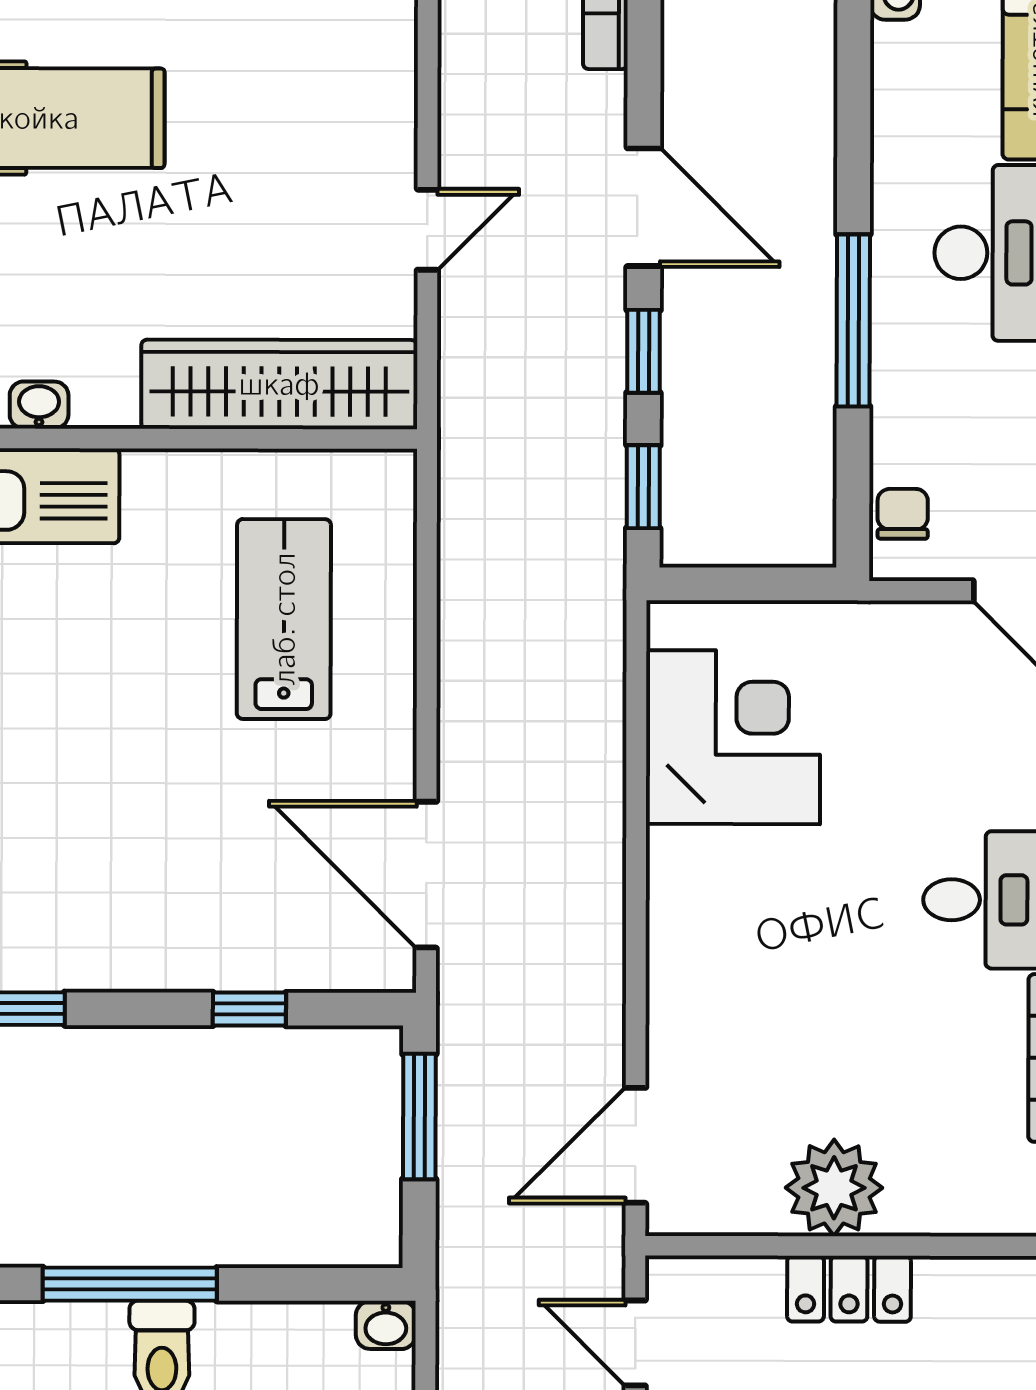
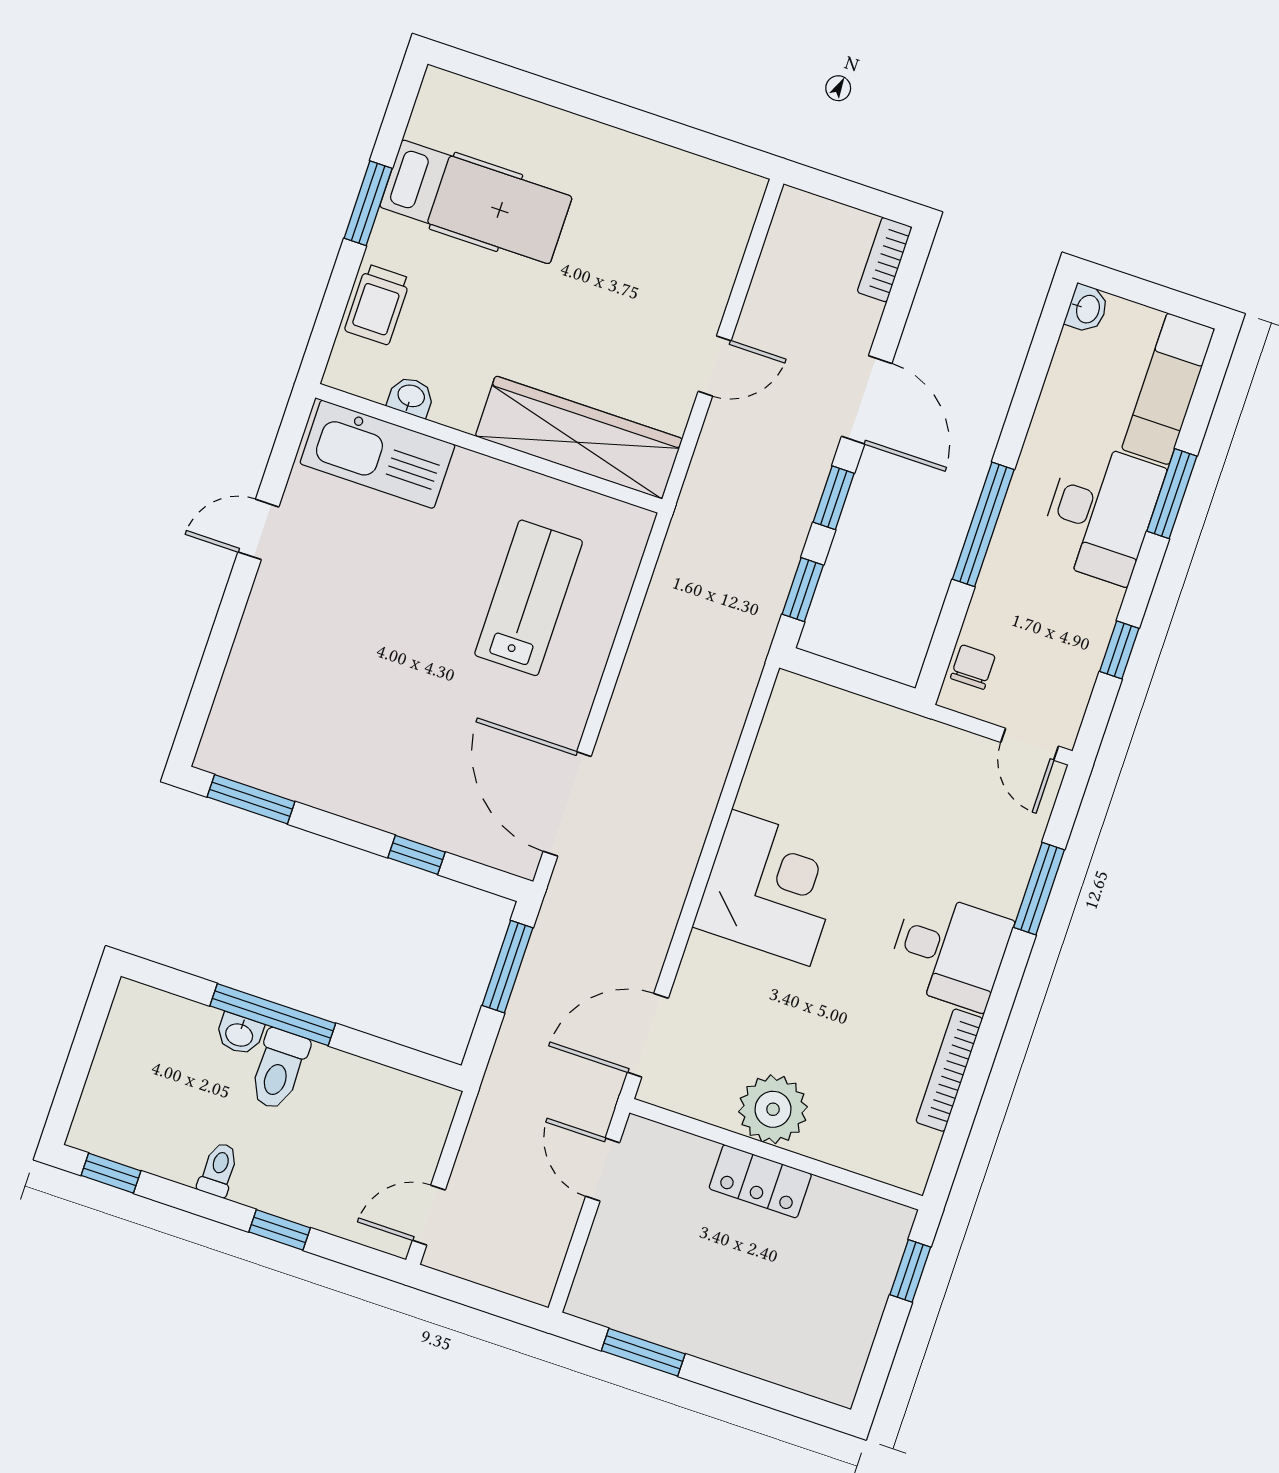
corner desk: (733, 737) -> (771, 888), moved
washbasin: (386, 1325) -> (239, 1034), moved

